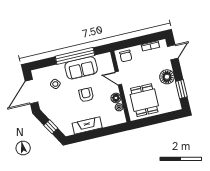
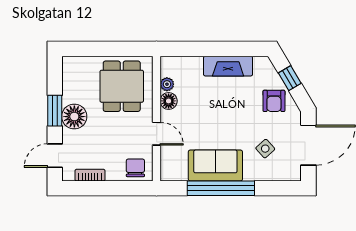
window: (181, 89) -> (55, 111), moved
armchair: (86, 95) -> (274, 101), moved

